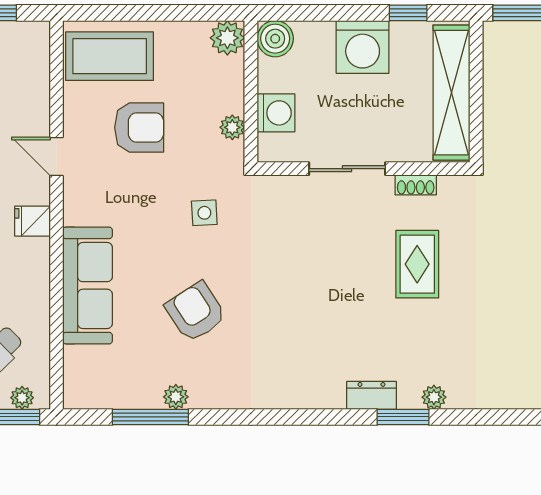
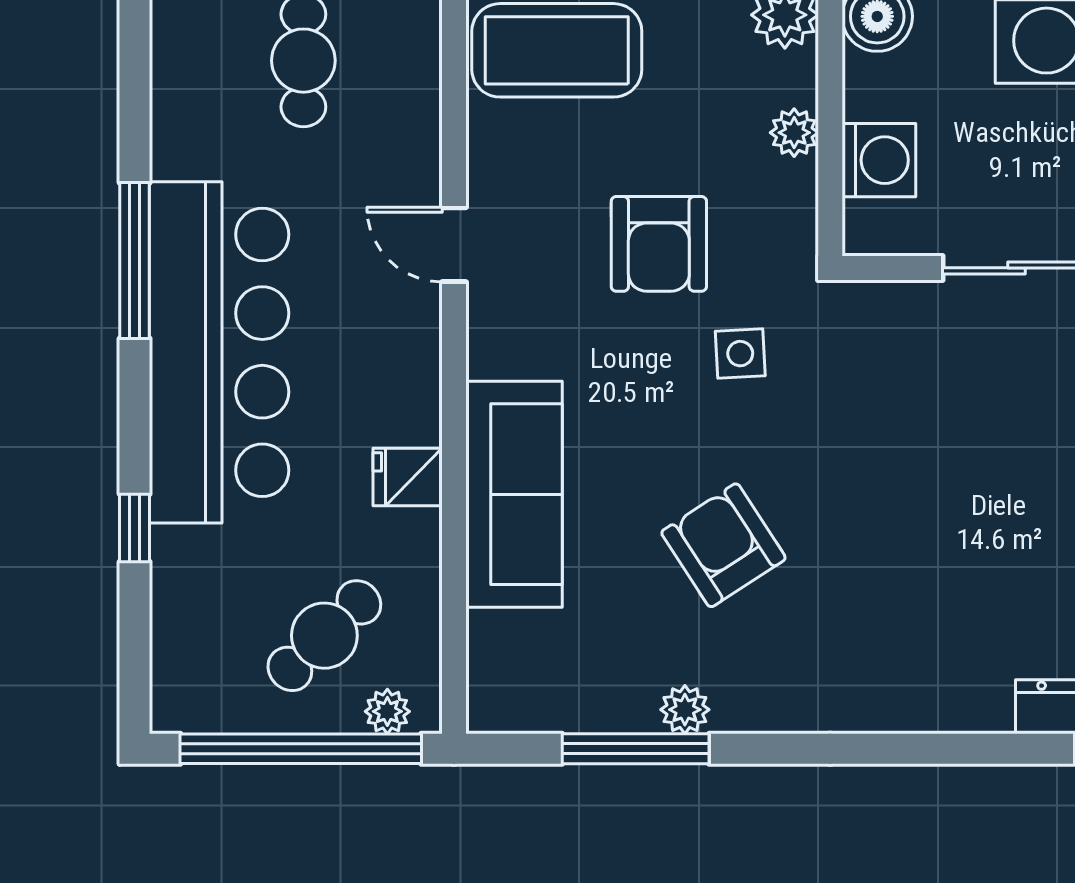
plant: (232, 127) -> (794, 133), moved
armchair: (139, 128) -> (659, 244), moved, turned 90
fridge: (33, 221) -> (408, 477), moved

